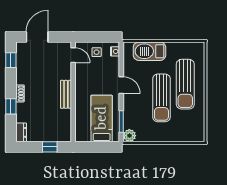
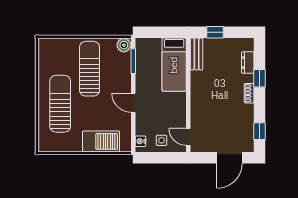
bench: (66, 94) -> (197, 54), moved
sun lounger: (161, 98) -> (90, 69), moved
bed: (102, 118) -> (174, 65), moved
dresser: (21, 132) -> (248, 63), moved

